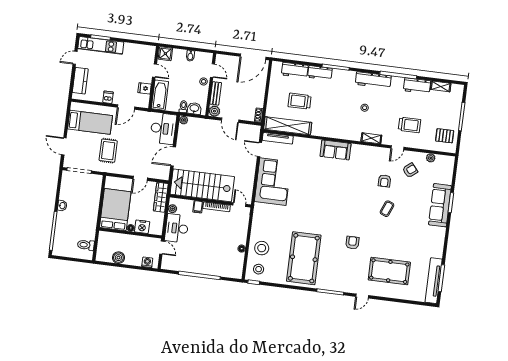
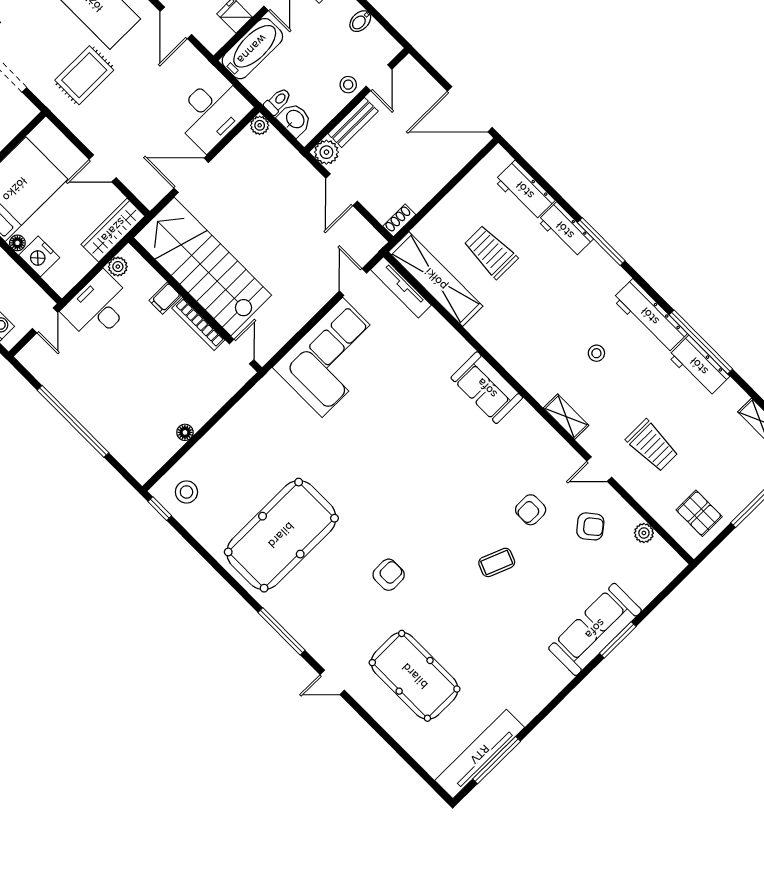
workbench: (417, 86) -> (699, 366), moved
door: (126, 107) -> (176, 23), hinge flipped
stool: (262, 248) -> (221, 459), removed

